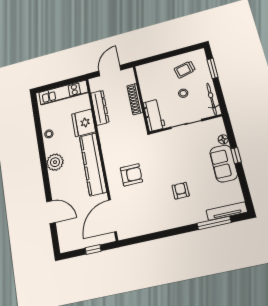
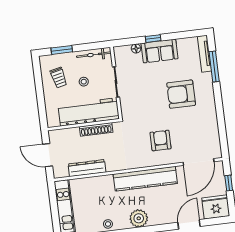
shoe rack: (135, 99) -> (96, 129), moved
workbench: (154, 115) -> (89, 112), width x1.88, depth x1.32
fridge: (84, 123) -> (216, 207), moved, turned 180
armchair: (181, 191) -> (181, 94), width x1.88, depth x1.88
door: (112, 216) -> (199, 162), hinge flipped

